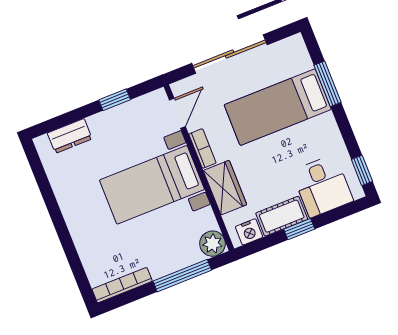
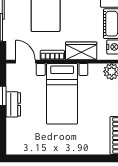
dresser: (70, 136) -> (13, 104), moved

